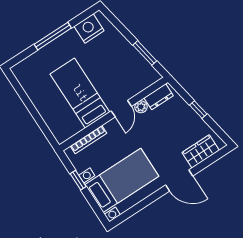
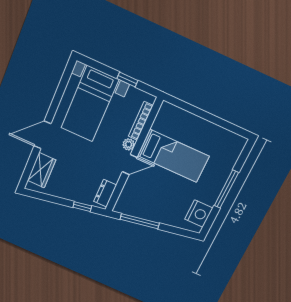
window: (145, 53) -> (140, 221), width x1.44
plant: (141, 107) -> (129, 144), moved
door: (121, 109) -> (130, 164), swing flipped
window: (198, 110) -> (82, 207), moved

